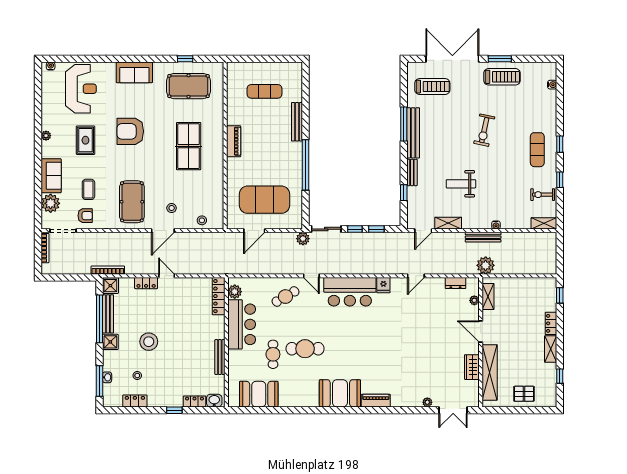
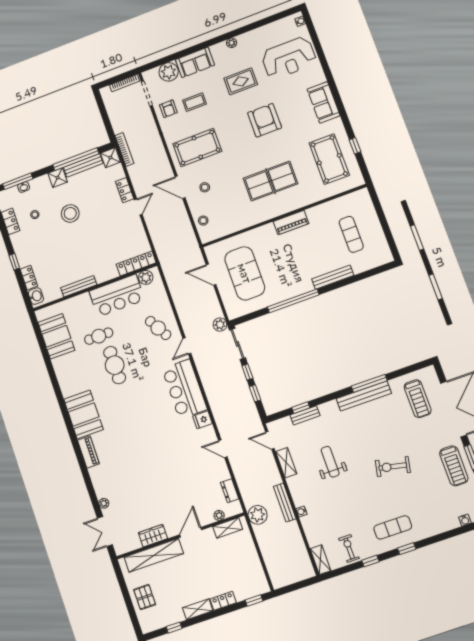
bench: (412, 172) -> (305, 415), moved

